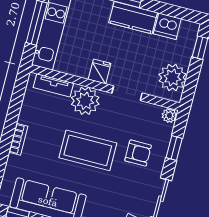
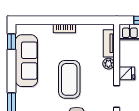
plant: (85, 101) -> (108, 64), width x0.53, depth x0.53

